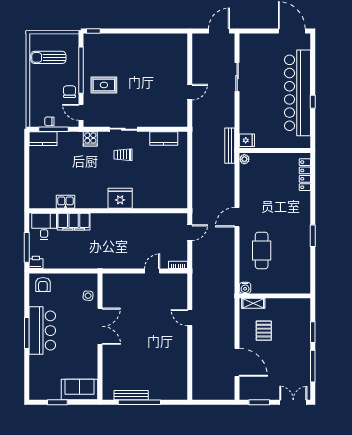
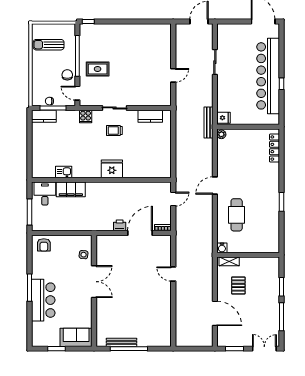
printer: (36, 262) -> (120, 225), moved
door: (152, 271) -> (140, 233), width x1.87
bar counter: (42, 331) -> (43, 300), moved

